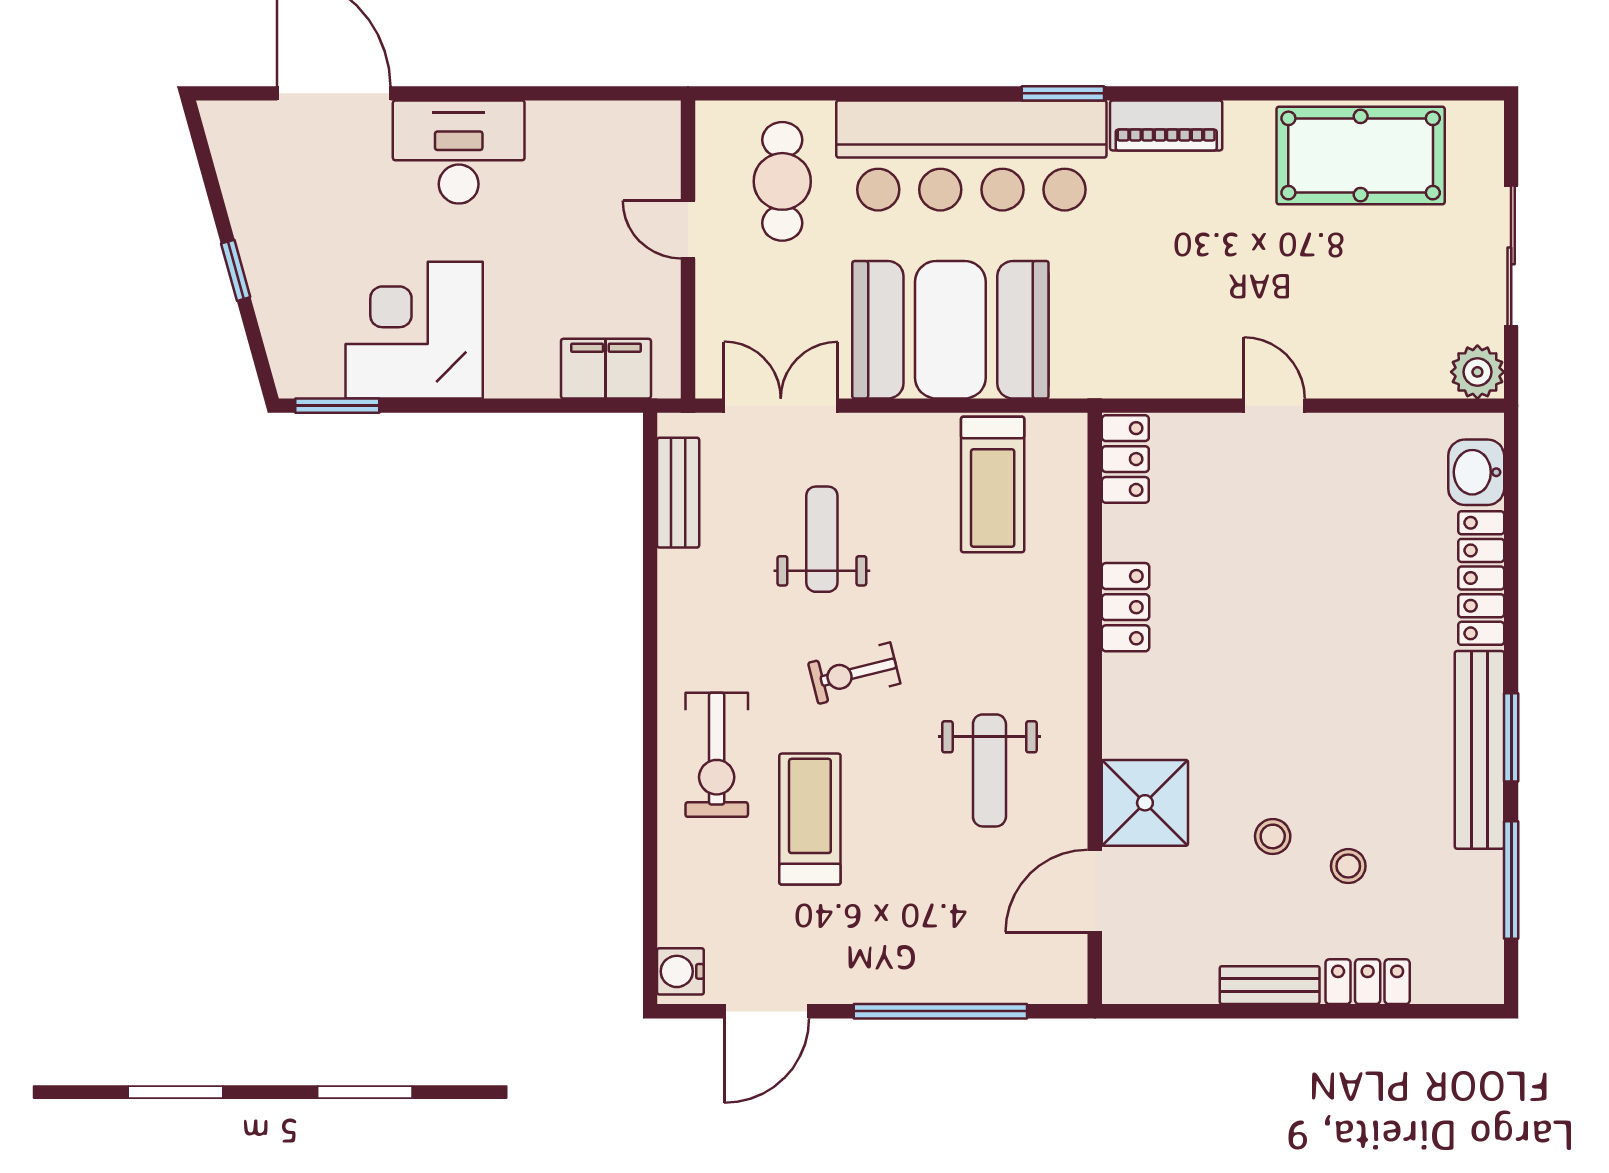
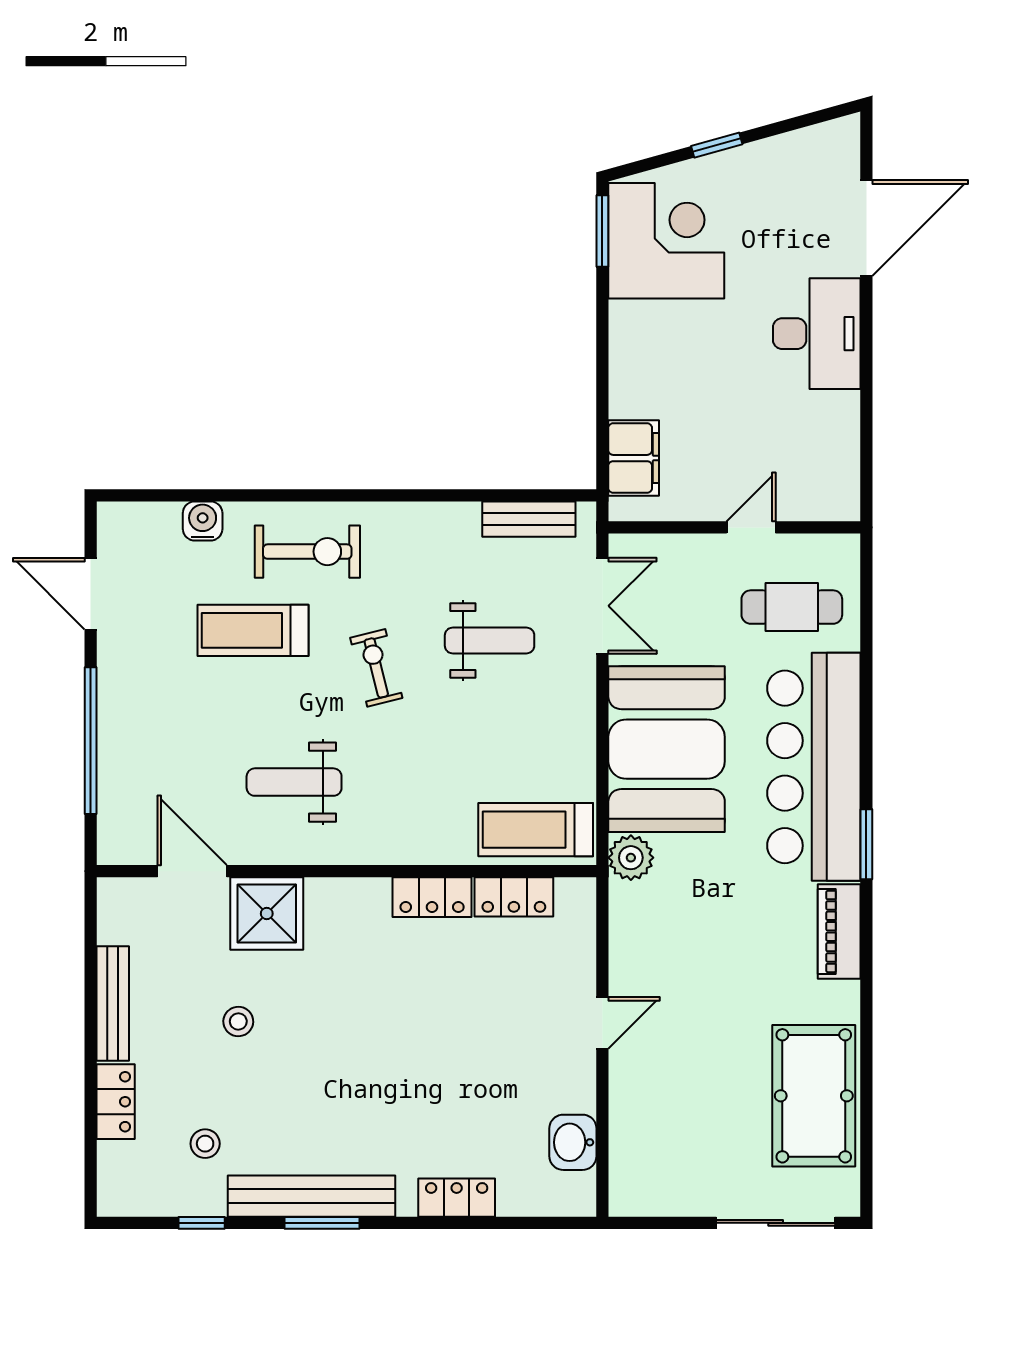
sliding door: (1511, 256) -> (776, 1223), moved
corner desk: (414, 330) -> (666, 241), moved
plant: (1477, 372) -> (631, 858), moved
locker: (1125, 459) -> (514, 897), moved
washbasin: (1476, 472) -> (573, 1142), moved, turned -90
treadmill: (993, 484) -> (536, 830), moved
locker: (1481, 578) -> (457, 1198), width x0.66
exercise bike: (717, 755) -> (307, 552), turned 180
treadmill: (810, 819) -> (253, 630), turned 180
stool: (1348, 866) -> (205, 1144), moved
window: (1511, 880) -> (202, 1223), width x0.46
water cooler: (680, 971) -> (203, 521), moved
bench: (1270, 985) -> (113, 1004), width x1.36

